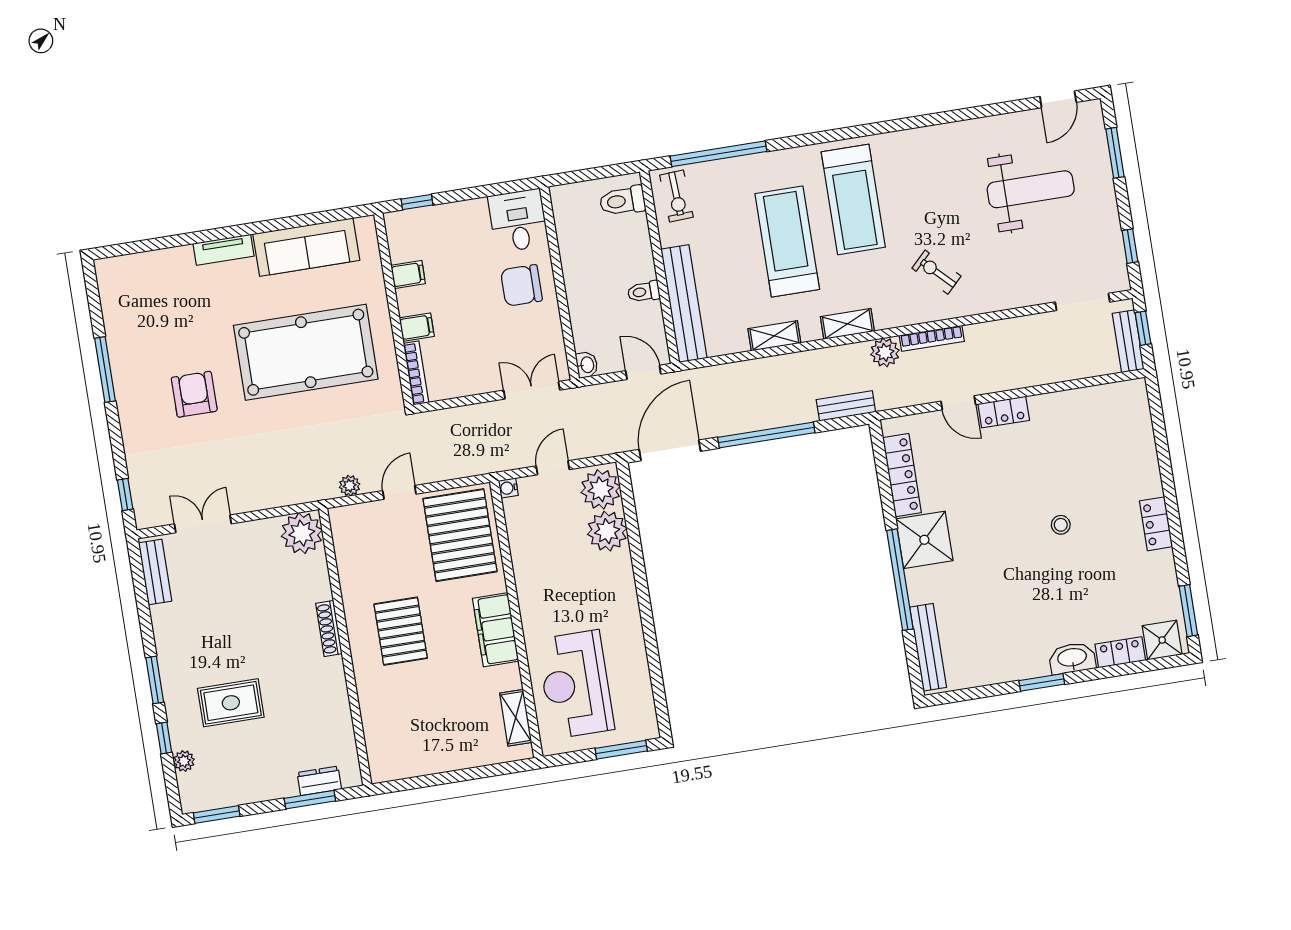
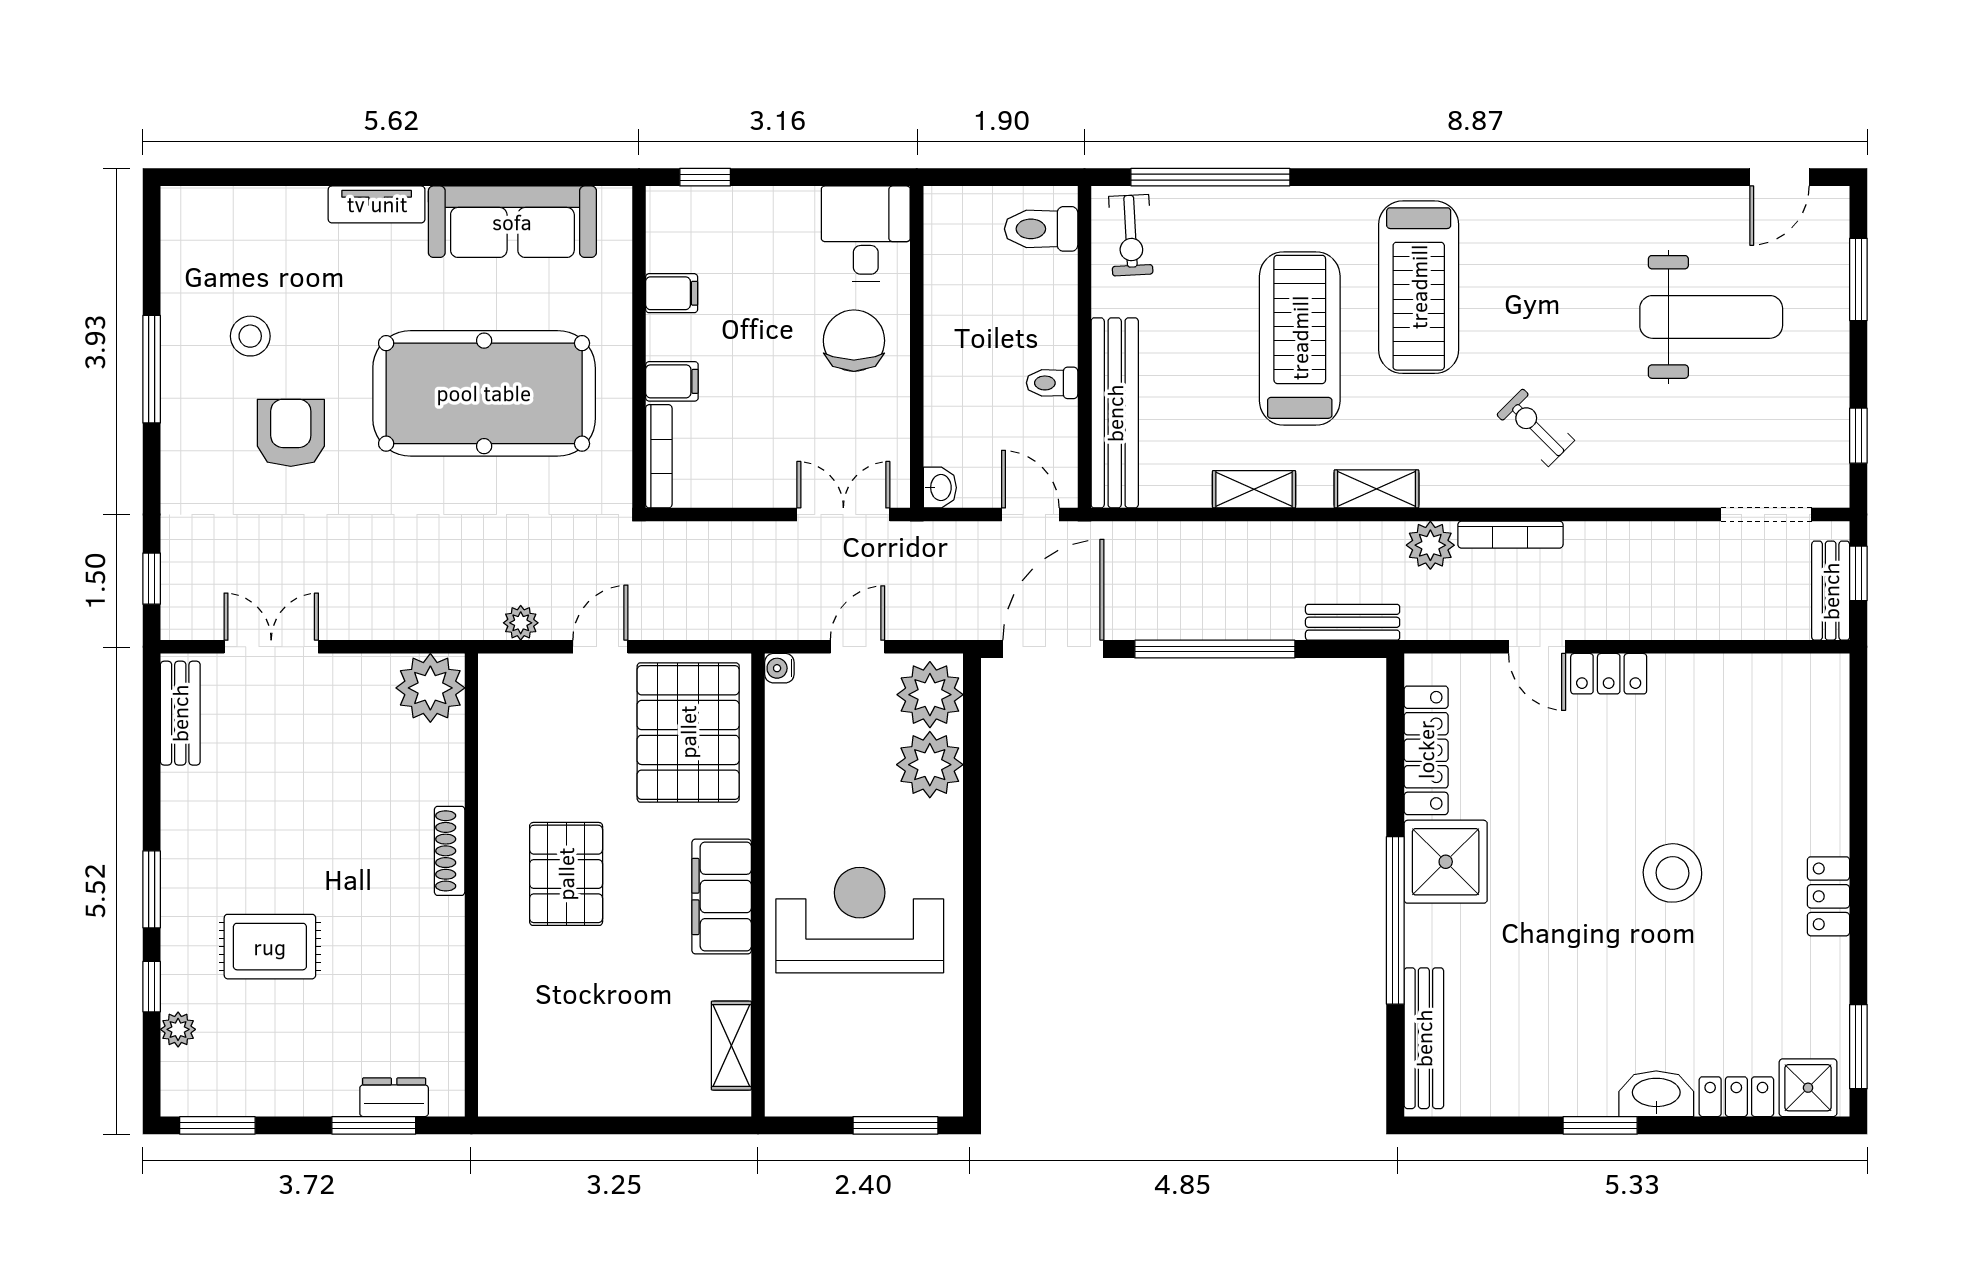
chair: (521, 285) -> (854, 341), turned 90
stool: (161, 340) -> (250, 336), added
stool: (1061, 525) -> (1672, 873), width x1.89, depth x1.89
reception desk: (576, 684) -> (860, 920), moved, turned 90

